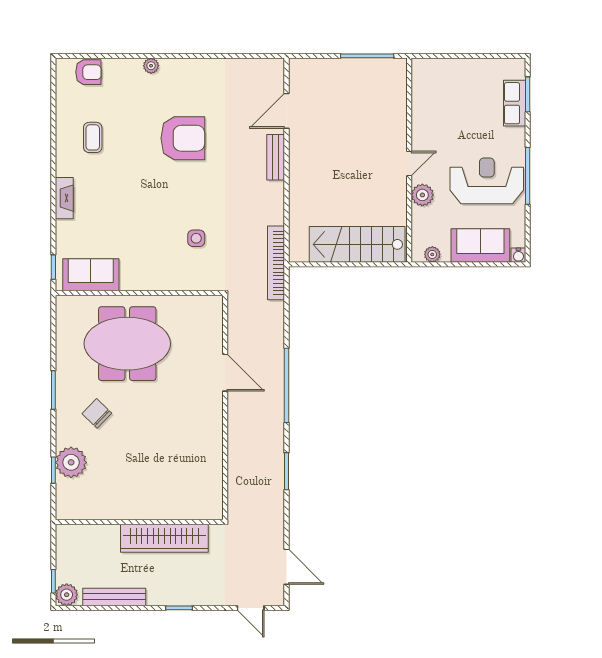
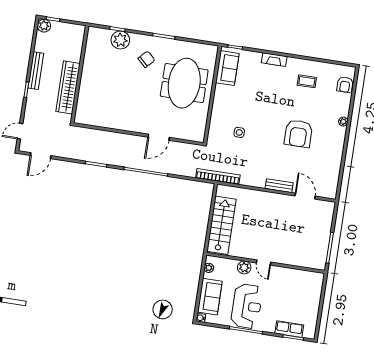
bench: (114, 597) -> (36, 71), moved

